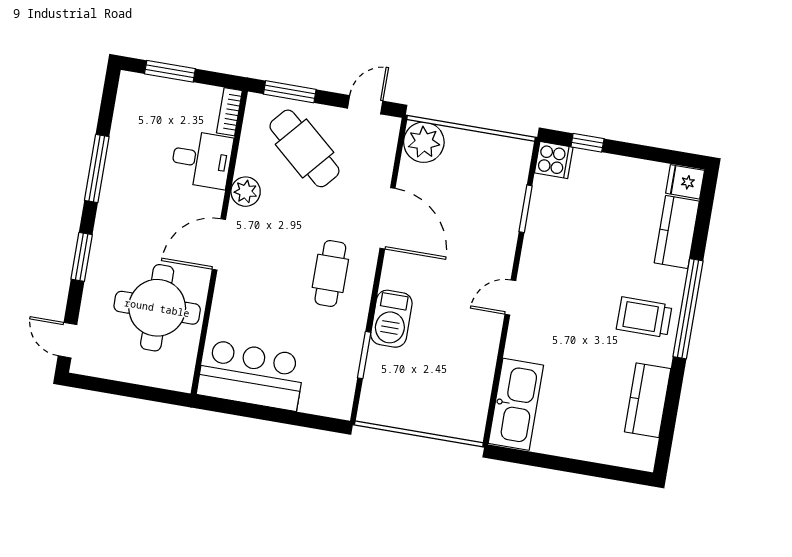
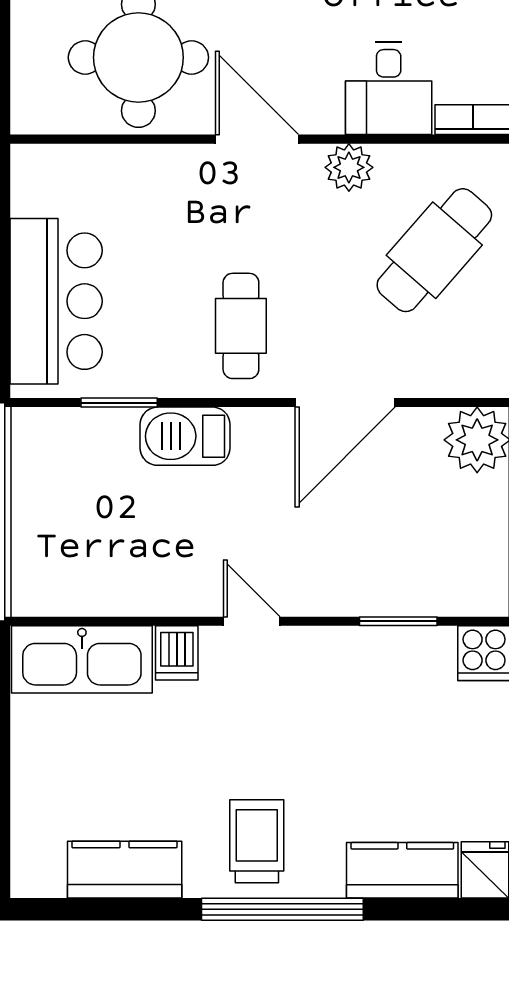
cafe table: (330, 273) -> (241, 326), turned 90
dishwasher: (522, 346) -> (177, 653), added
bar counter: (251, 375) -> (56, 301), moved

